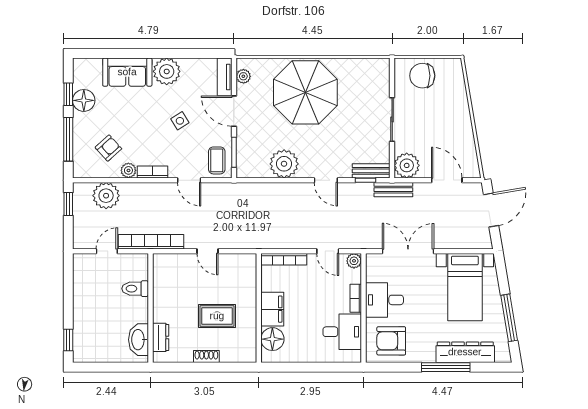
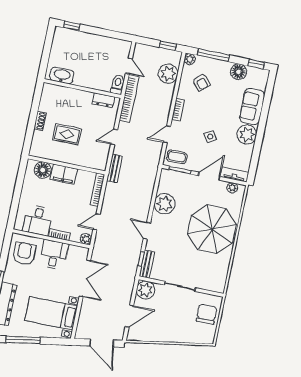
window: (68, 94) -> (256, 64), moved
plant: (128, 170) -> (190, 59), moved
door: (326, 180) -> (147, 231), hinge flipped
bench: (393, 190) -> (115, 168), moved
toilet: (135, 289) -> (118, 85), moved
rug: (217, 316) -> (67, 134), turned 90
dresser: (161, 337) -> (103, 100), moved

